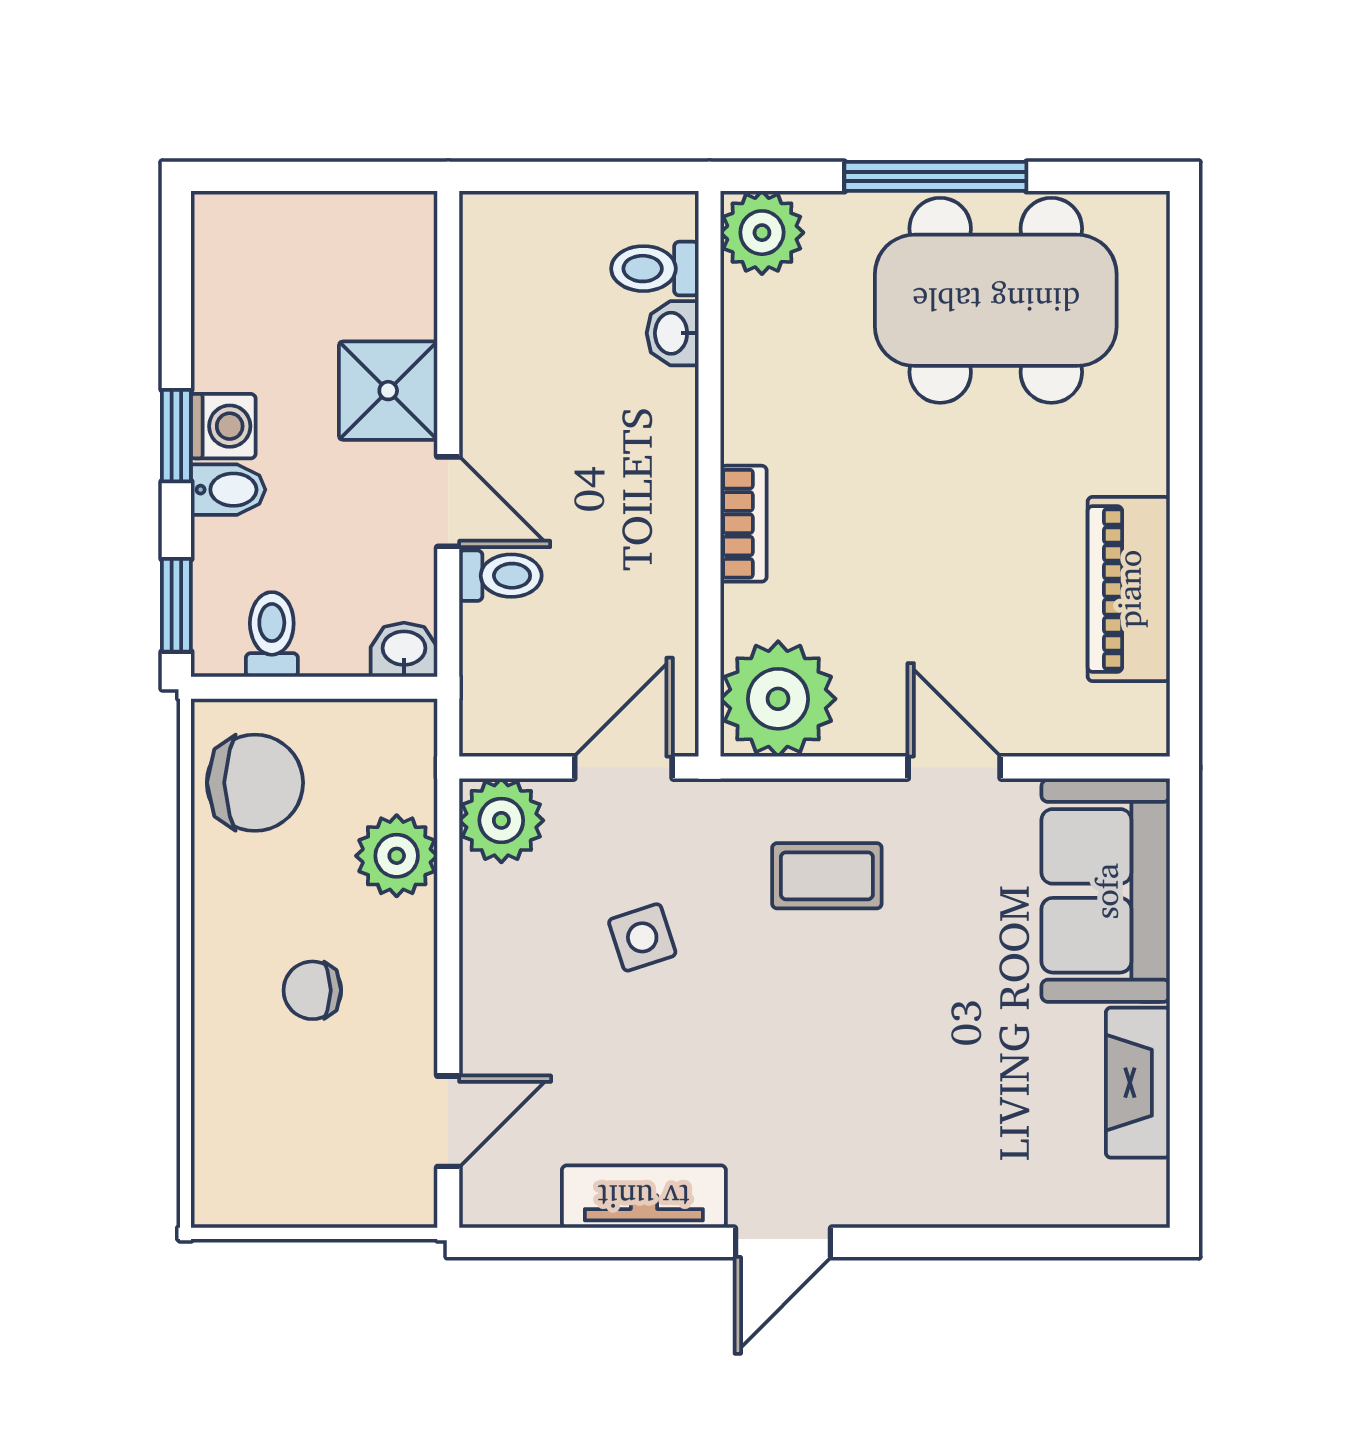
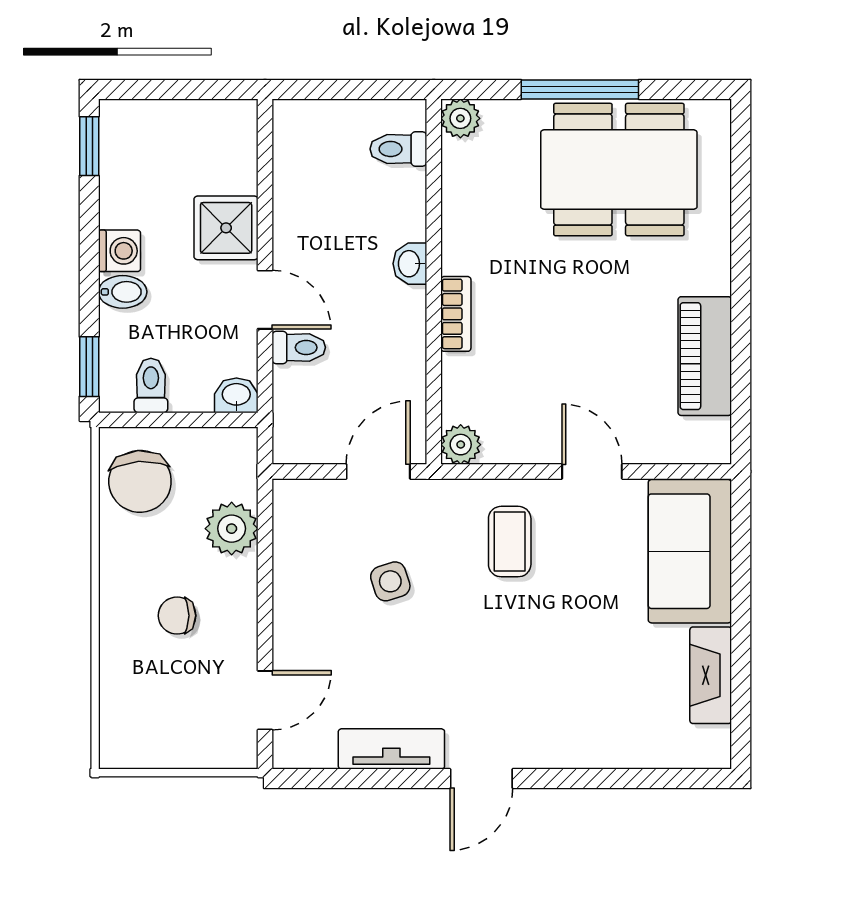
plant: (762, 233) -> (460, 118), width x0.73, depth x0.73
washbasin: (673, 333) -> (410, 264), moved
window: (176, 436) -> (89, 146), moved
plant: (778, 699) -> (461, 445), width x0.53, depth x0.53
chair: (255, 783) -> (140, 481), turned 86
plant: (501, 820) -> (299, 506), removed
coffee table: (827, 876) -> (510, 542), turned 90

